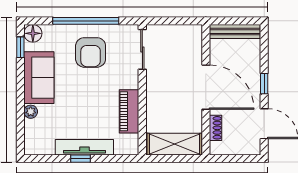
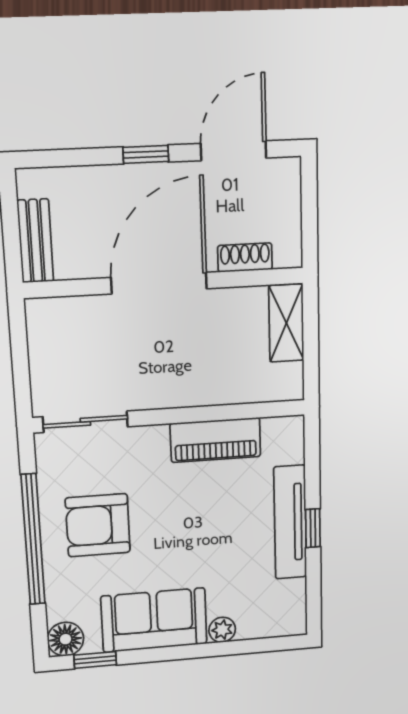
bench: (235, 32) -> (35, 241), width x0.73
armchair: (91, 52) -> (98, 525), turned 180
shelving: (175, 144) -> (286, 323), width x0.67, depth x0.75

